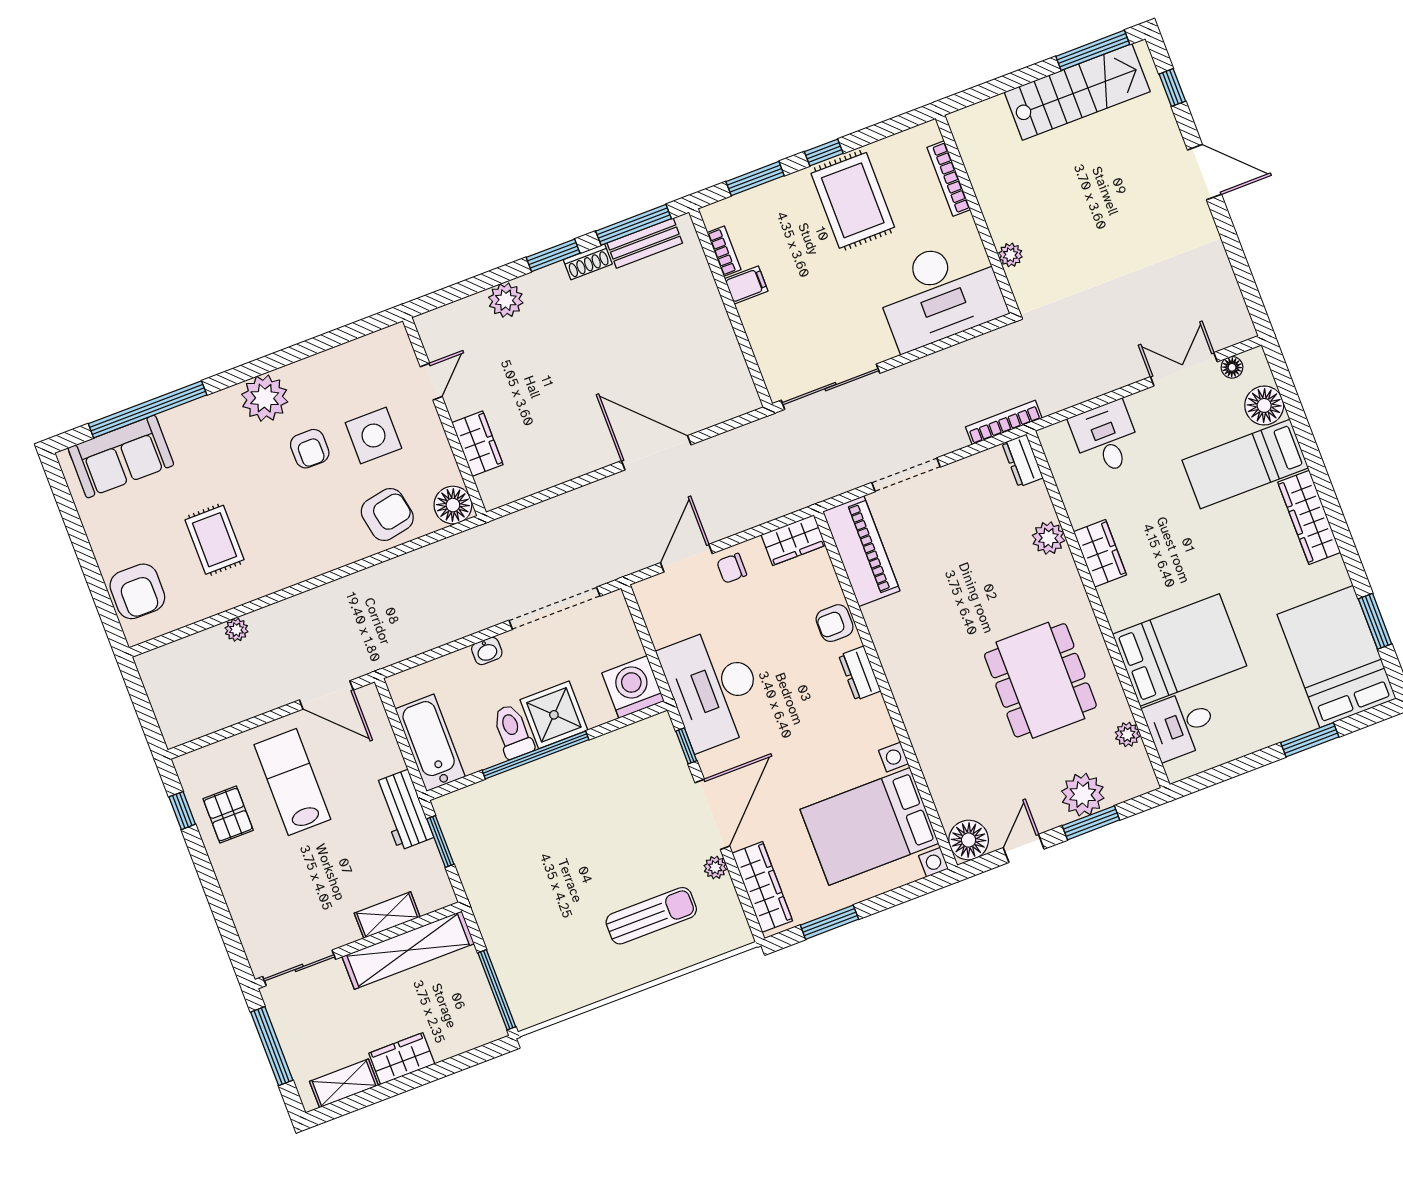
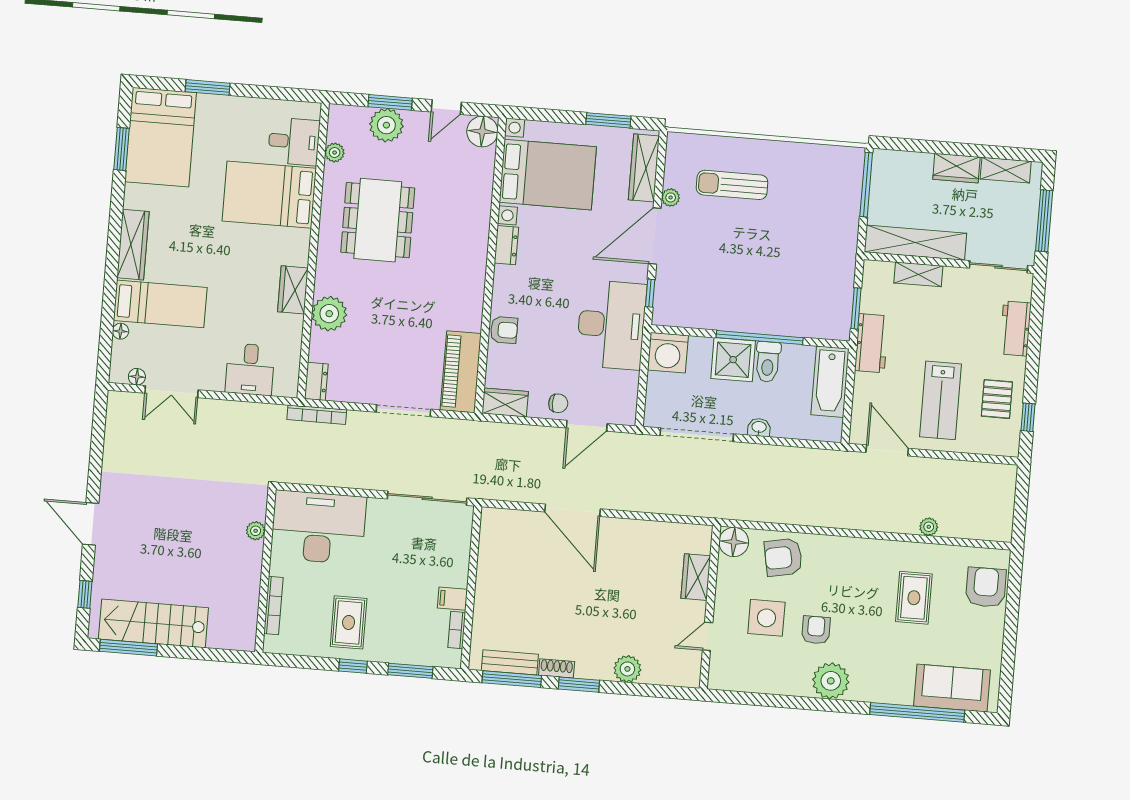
rug: (853, 200) -> (349, 622), width x0.73, depth x0.70
floor lamp: (1264, 405) -> (121, 331), width x0.53, depth x0.53
plant: (1048, 538) -> (329, 314), width x1.36, depth x1.36
dresser: (860, 673) -> (506, 245), moved
workbench: (246, 906) -> (1015, 329), added

